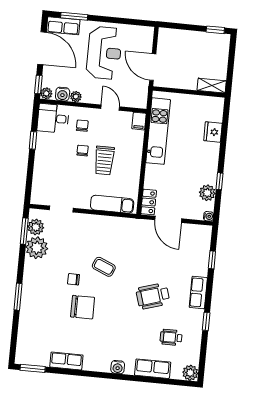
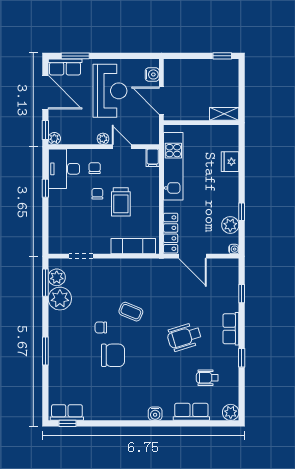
water cooler: (63, 94) -> (152, 74), moved, turned -90
plant: (76, 97) -> (103, 139), moved
desk: (53, 118) -> (64, 169), width x1.37
locker: (149, 202) -> (171, 233), width x1.53
row of seats: (66, 361) -> (67, 413), moved
window: (33, 368) -> (68, 423), width x0.67

